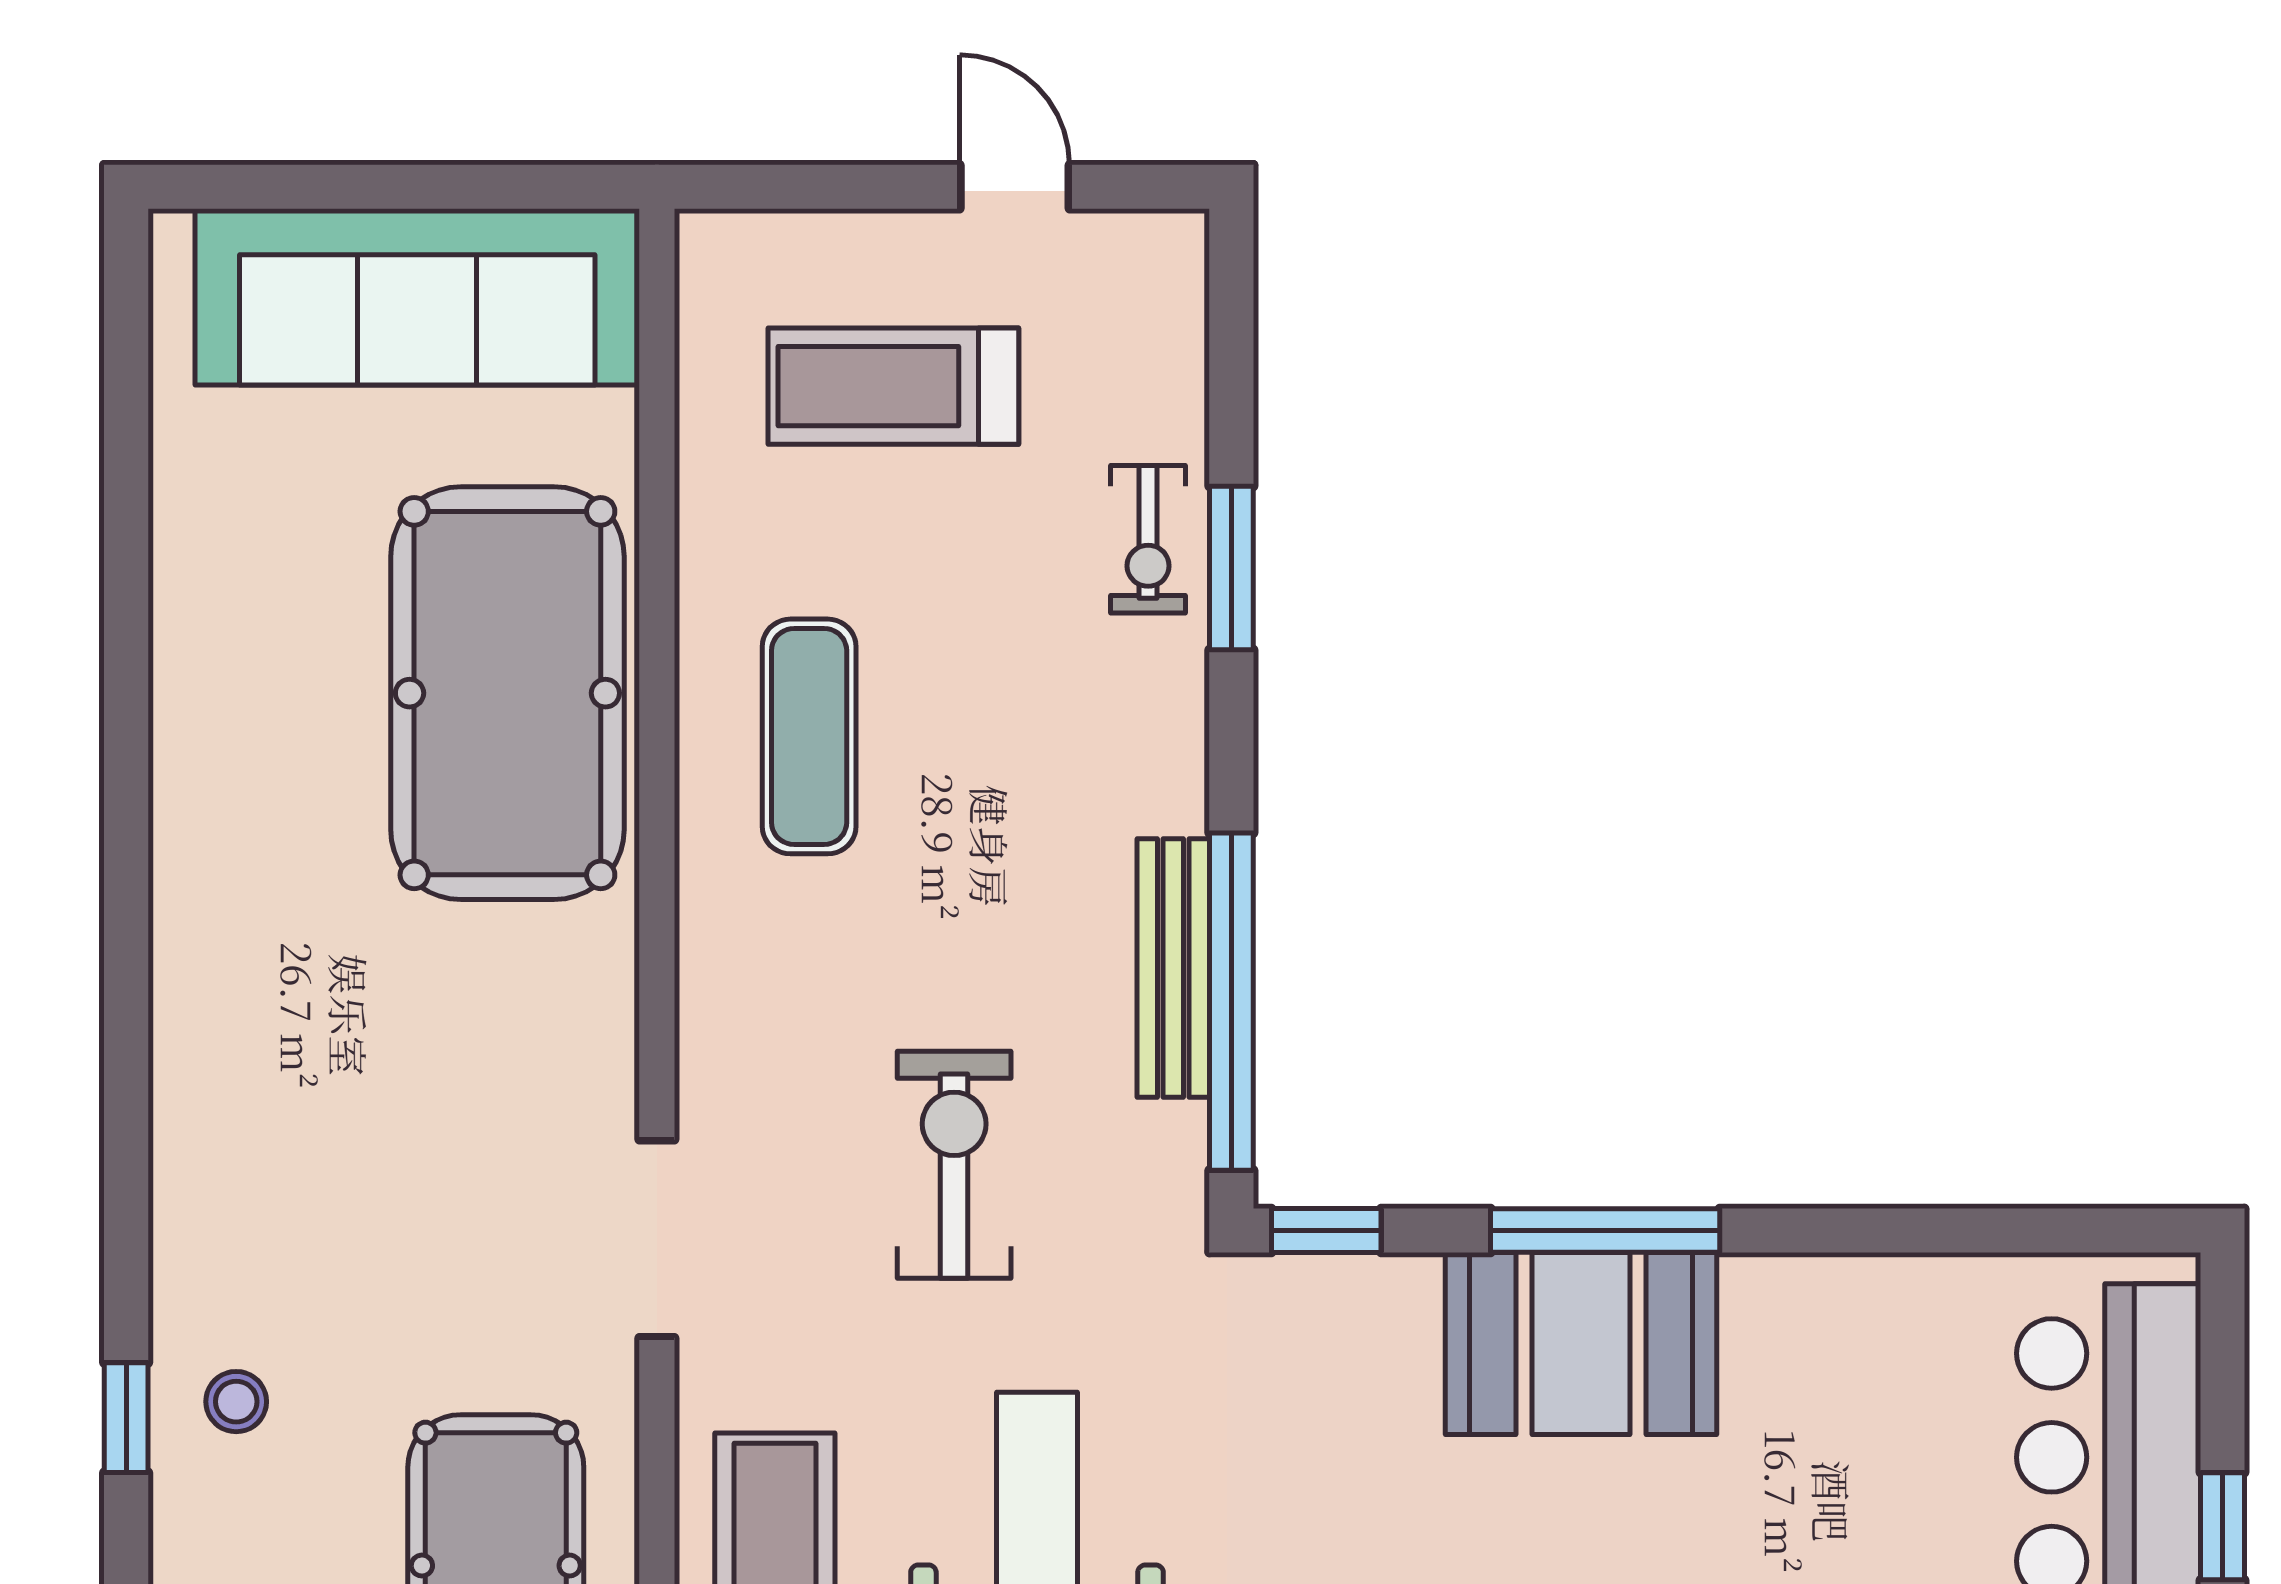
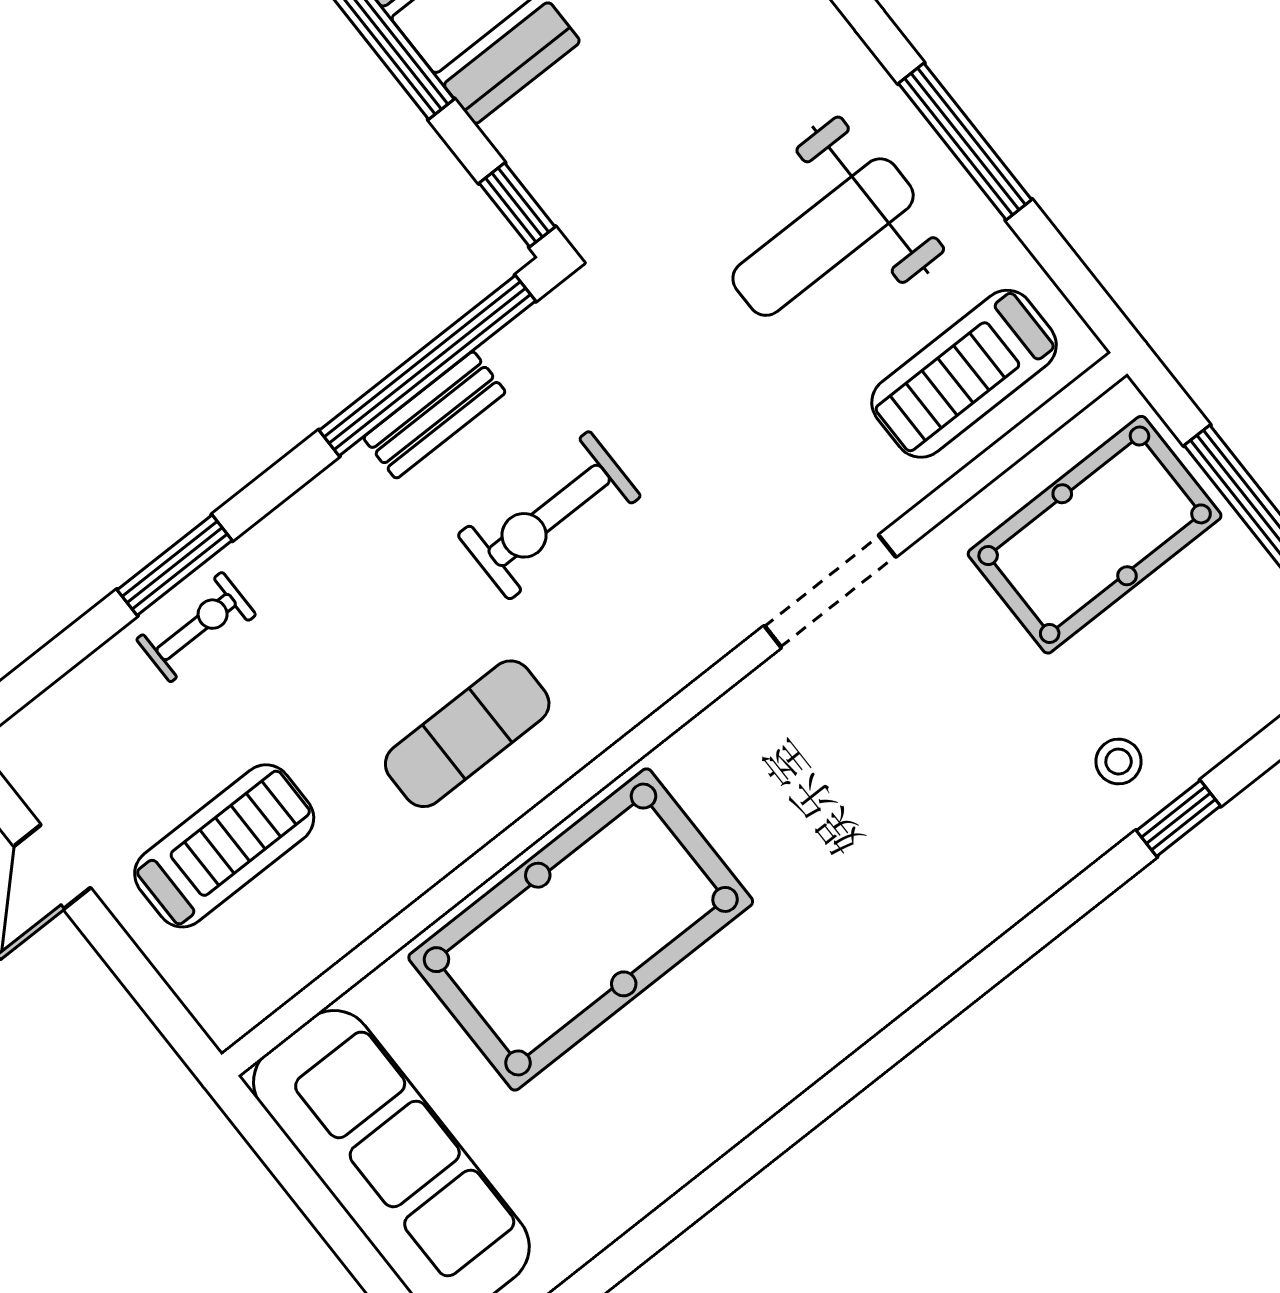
treadmill: (893, 386) -> (224, 846), turned -90
bench: (1173, 968) -> (434, 415), width x0.73
exercise bike: (954, 1165) -> (549, 515), moved

